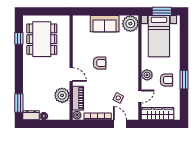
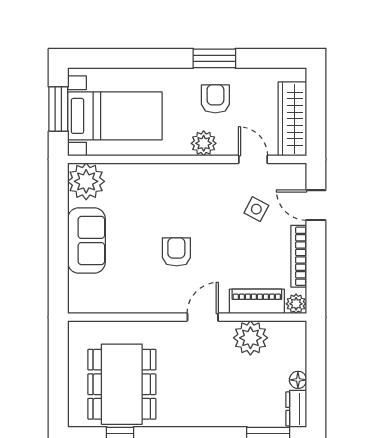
dining table: (42, 39) -> (122, 384), turned 90
door: (120, 124) -> (316, 205), hinge flipped

